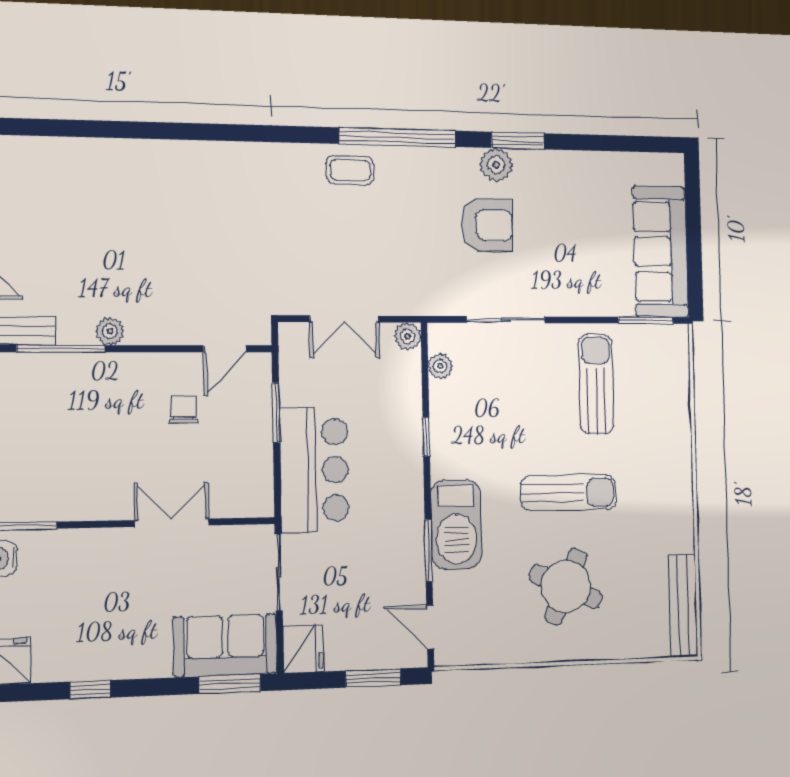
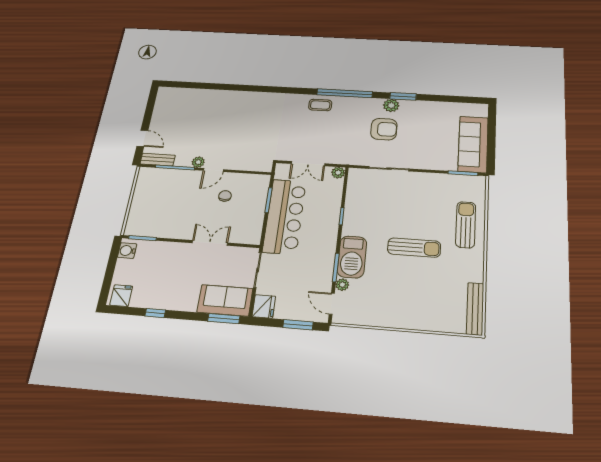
door: (225, 349) -> (213, 170), moved
plant: (440, 366) -> (342, 285), moved
sun lounger: (596, 384) -> (466, 225), moved
bar counter: (314, 470) -> (284, 216), width x1.36
round table: (566, 587) -> (408, 292), removed

